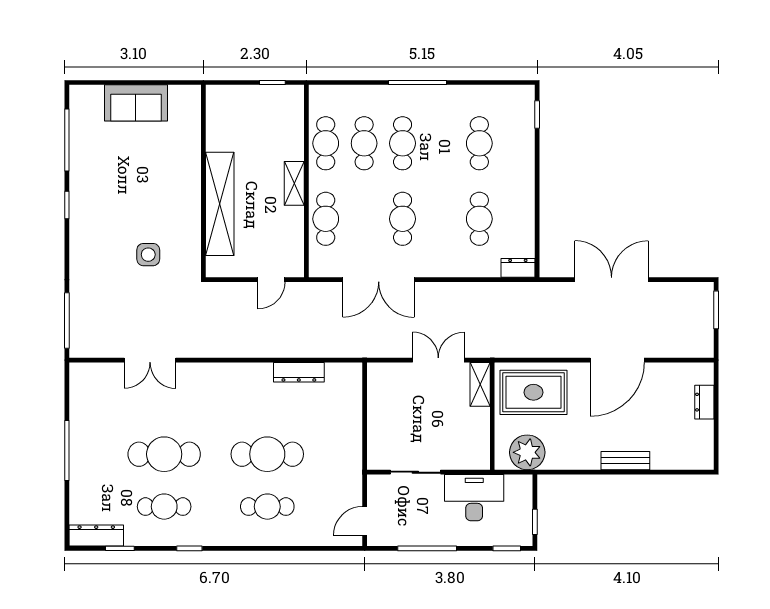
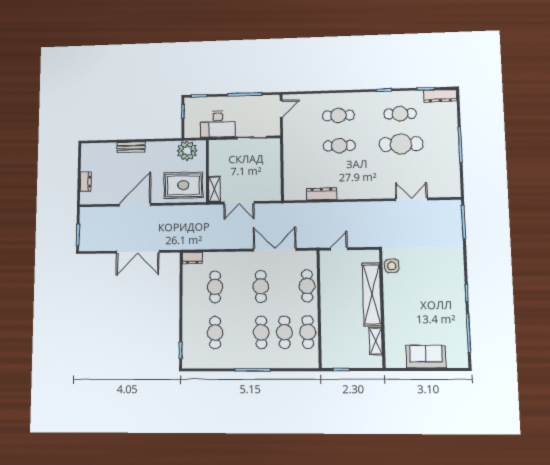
shelving: (294, 183) -> (376, 341), moved
side table: (148, 255) -> (392, 266), moved
cafe table: (267, 454) -> (339, 146), width x0.73, depth x0.74

